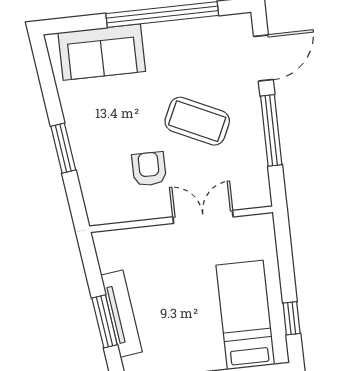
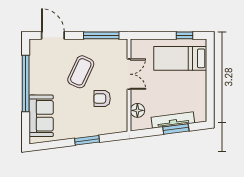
window: (271, 130) -> (101, 35), moved
double door: (203, 217) -> (129, 74), swing flipped
floor lamp: (133, 242) -> (137, 110), added

